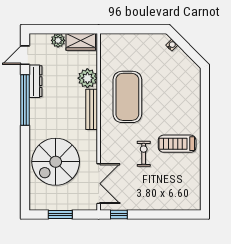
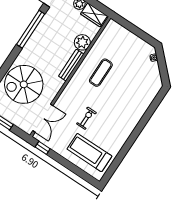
dresser: (36, 81) -> (46, 21), removed
exercise mat: (127, 97) -> (101, 73), width x0.50, depth x0.69
treadmill: (177, 144) -> (89, 153), moved, width x1.37, depth x1.38

